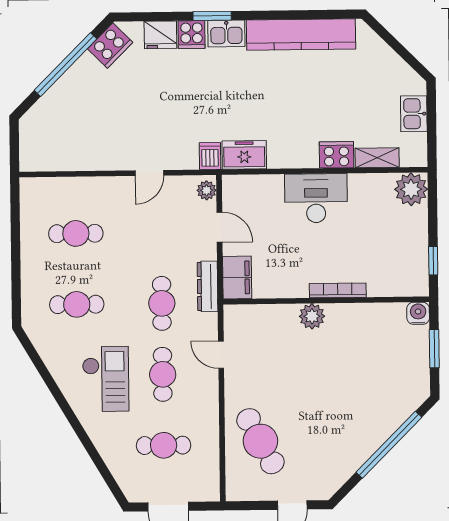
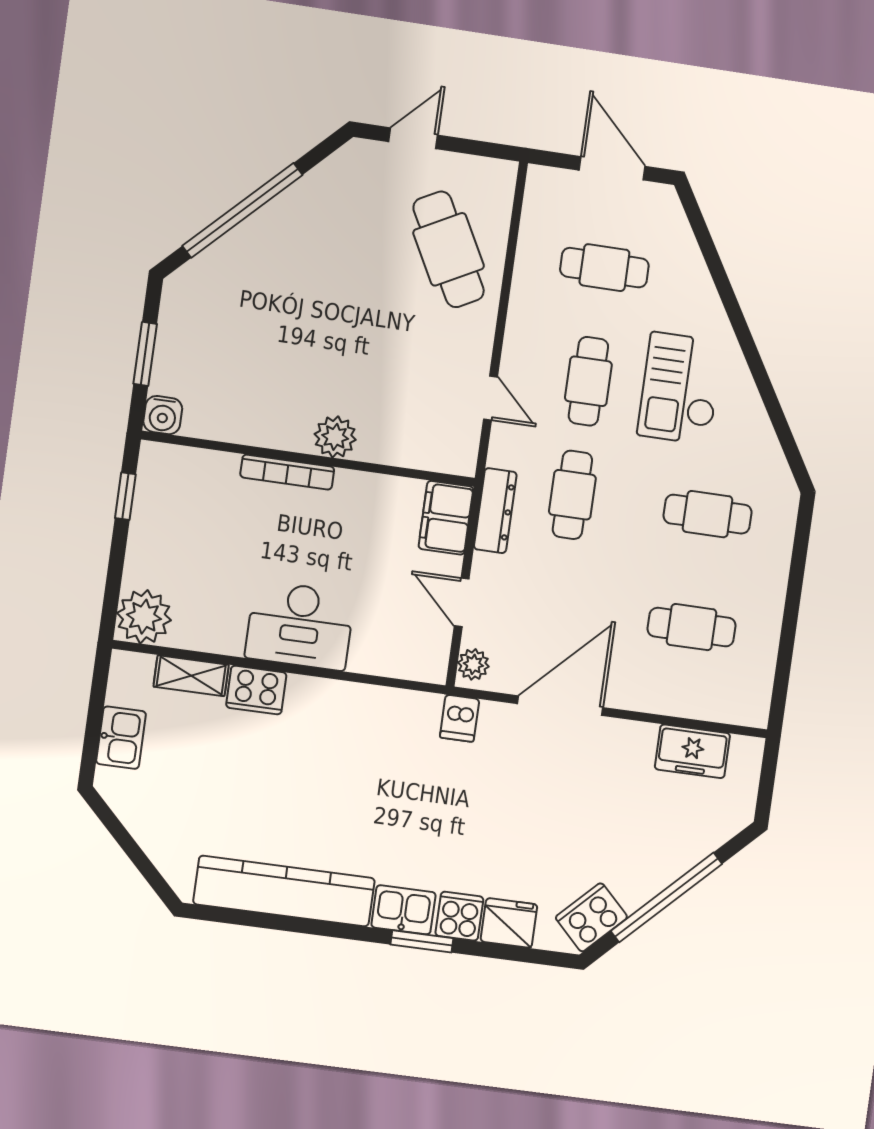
freezer: (244, 155) -> (692, 751), moved
door: (149, 173) -> (560, 706), width x1.87

